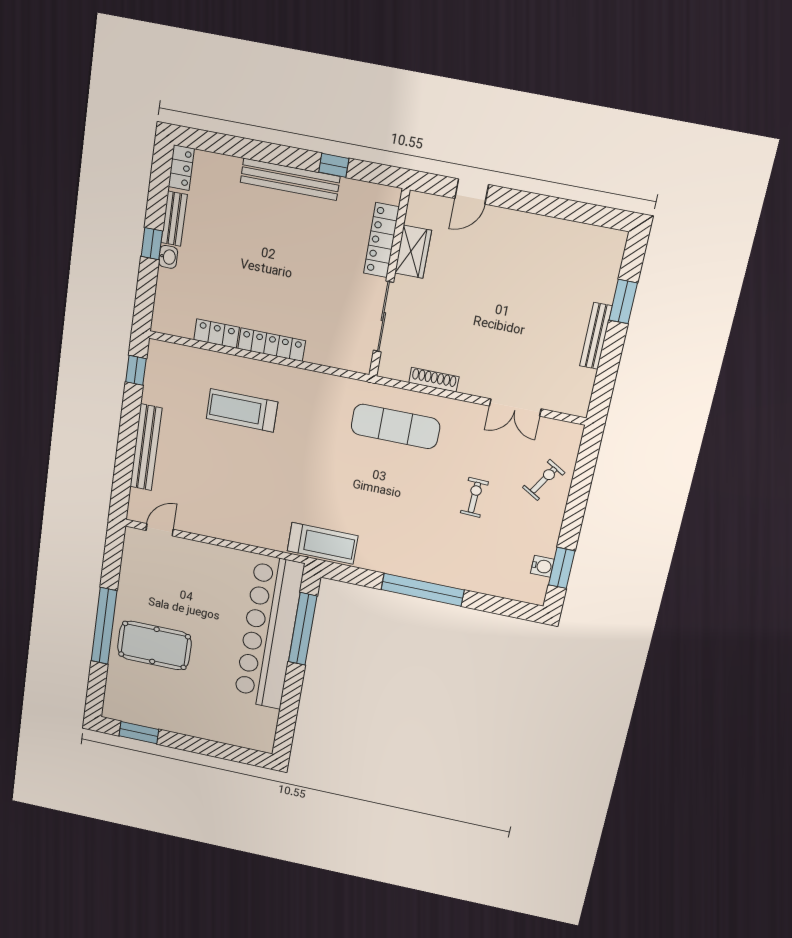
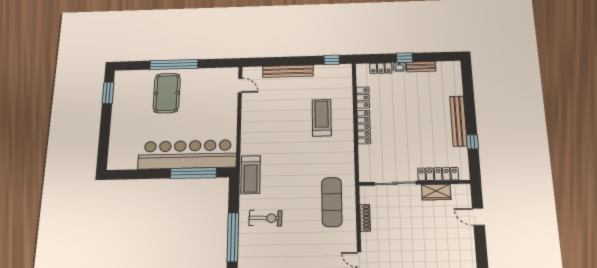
locker: (181, 168) -> (381, 68), moved
exercise bike: (474, 497) -> (265, 218), moved, width x1.38, depth x1.39

